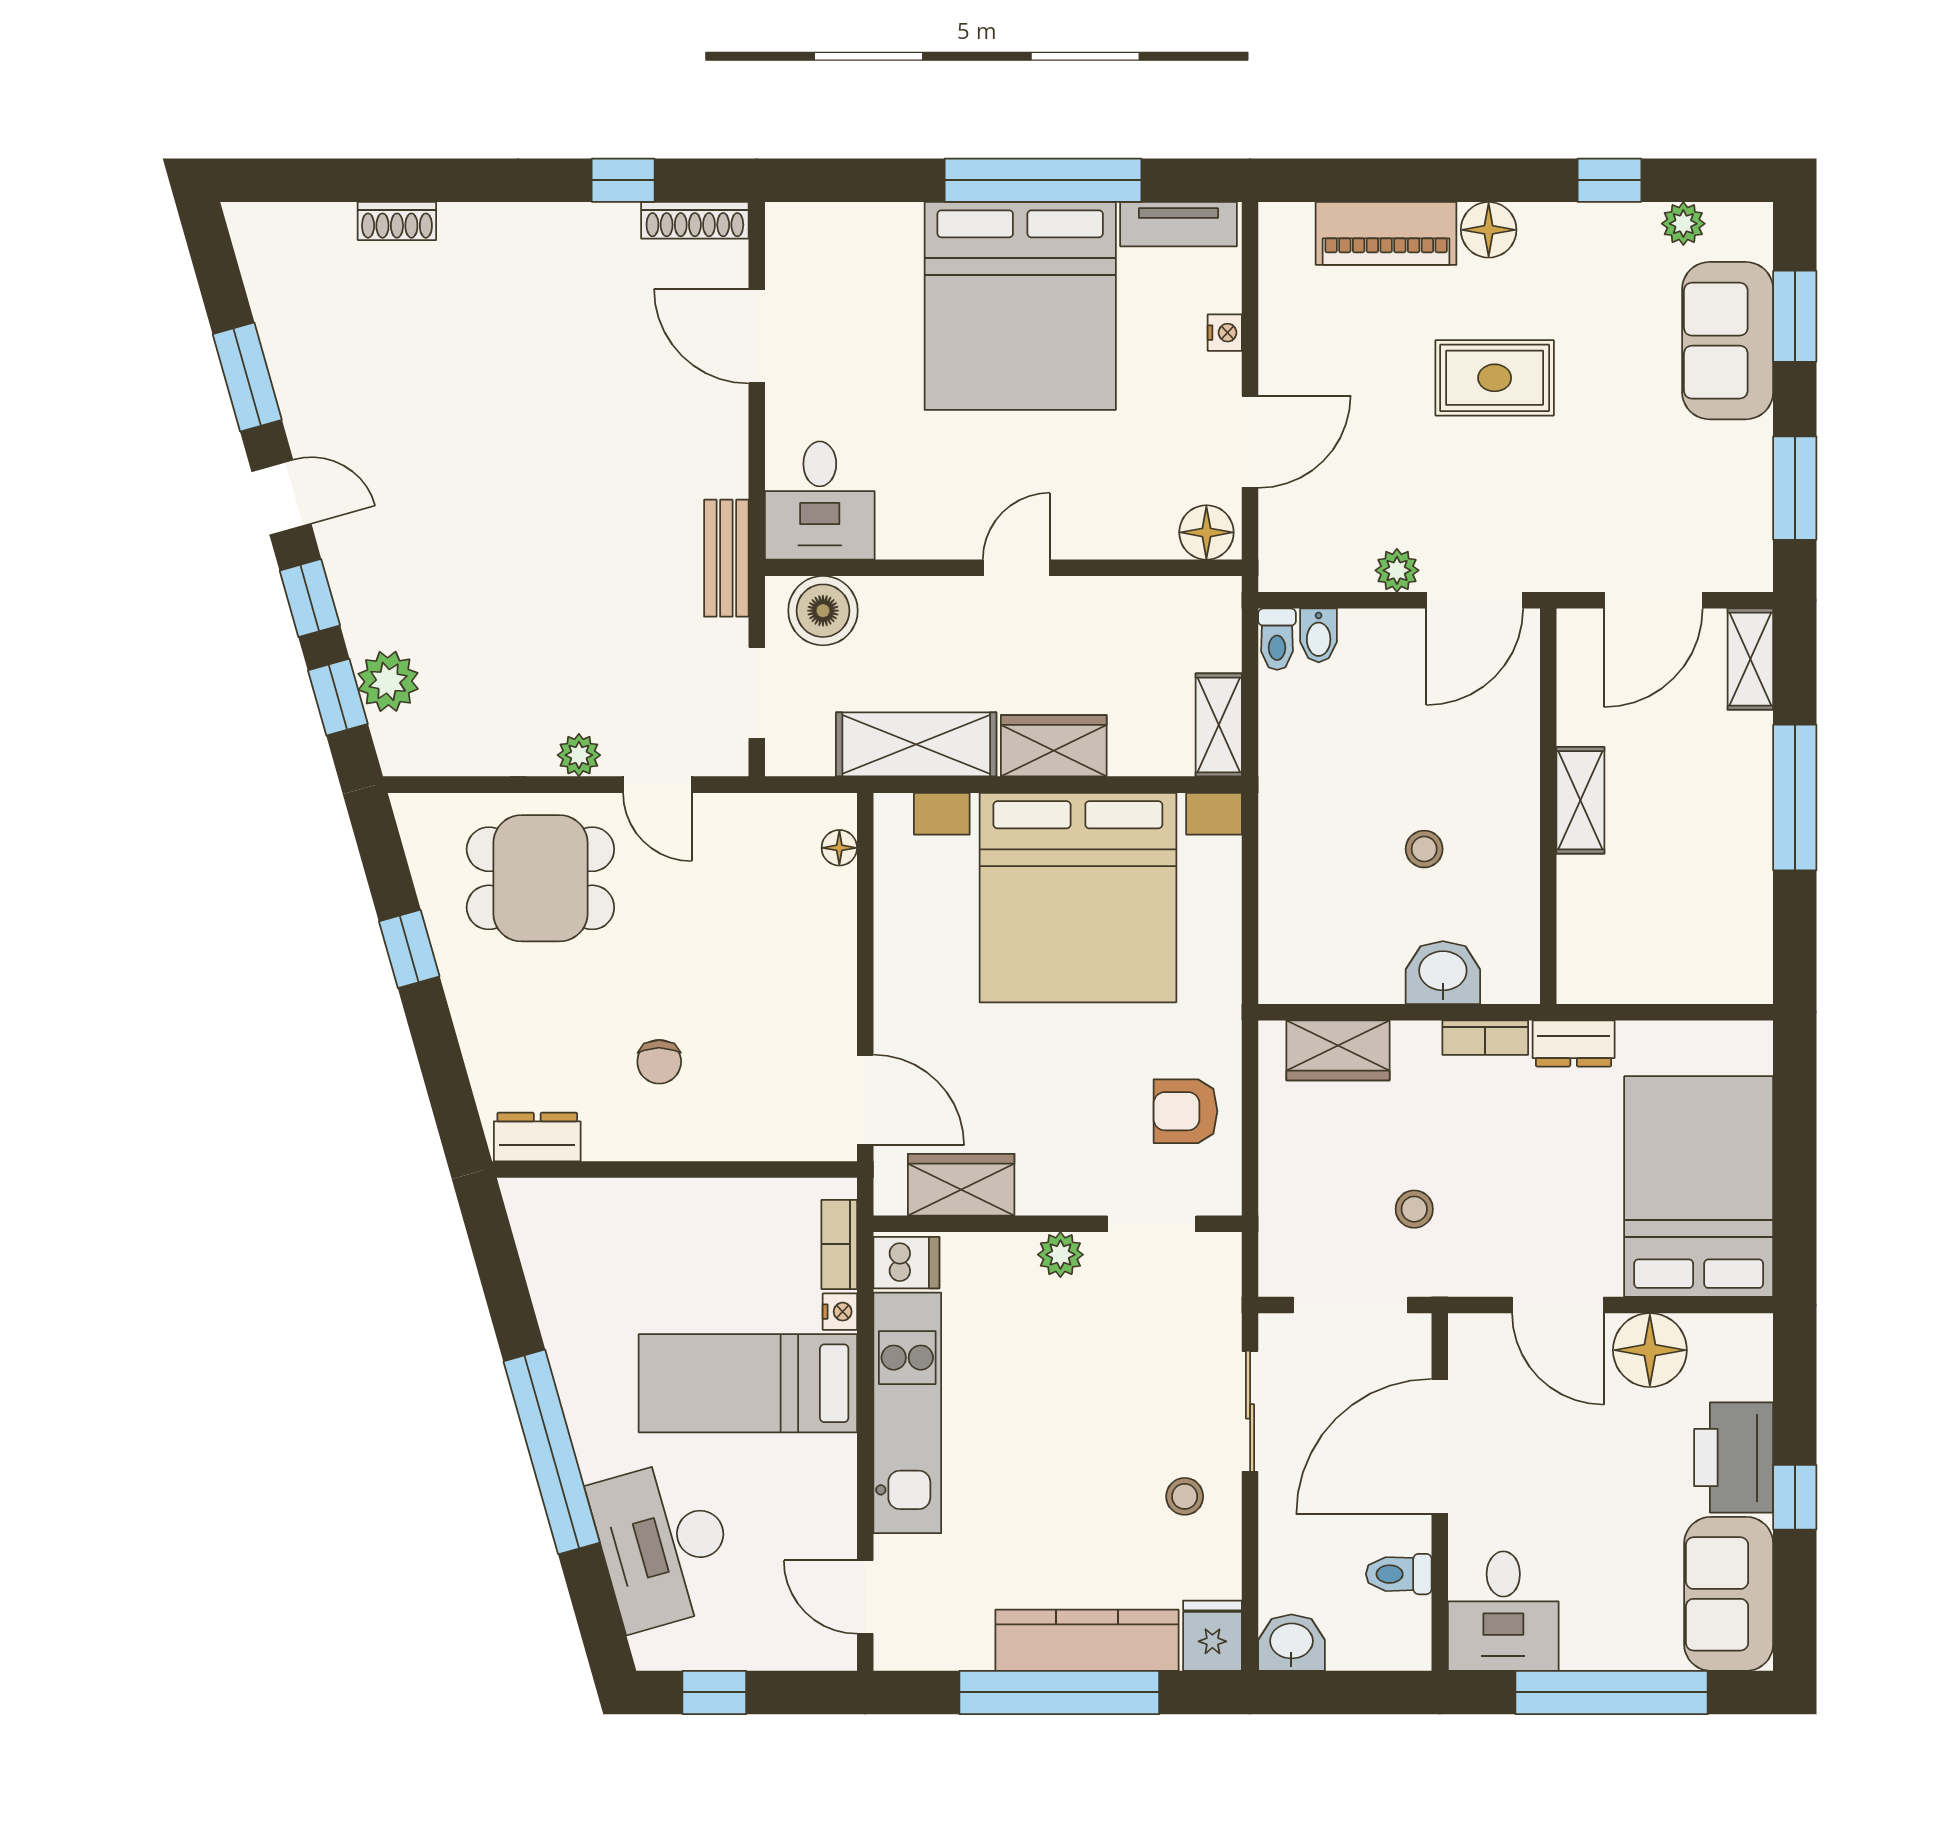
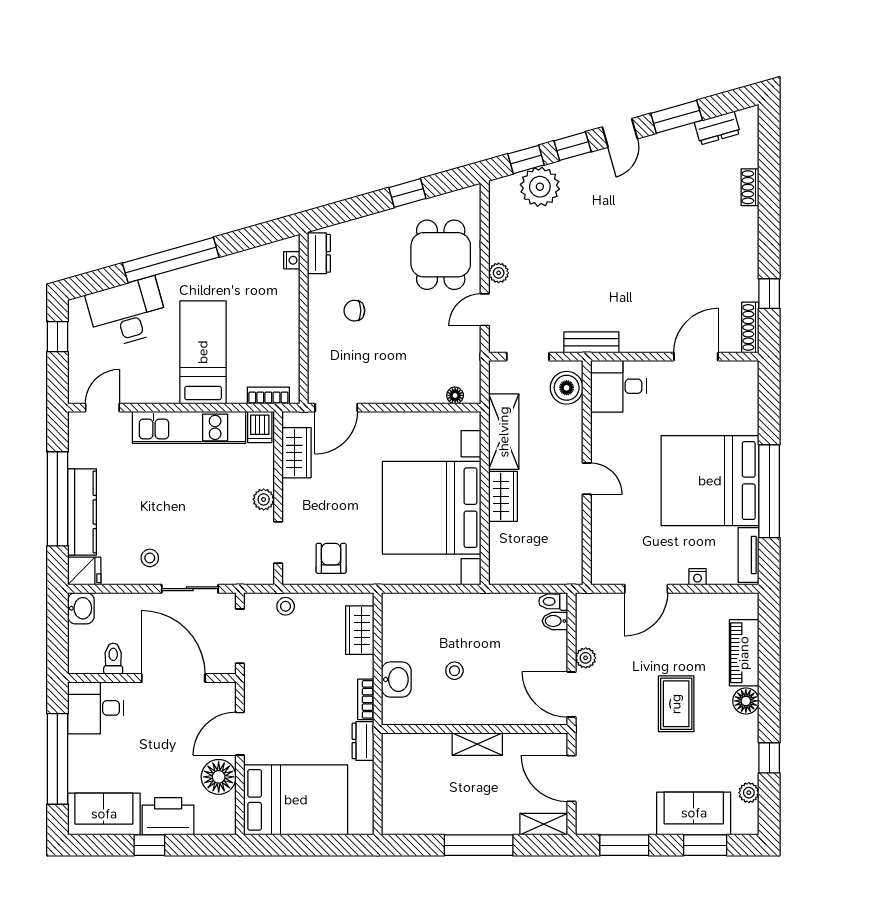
dresser: (271, 291) -> (717, 128), added
door: (1250, 442) -> (646, 589), hinge flipped
floor lamp: (1206, 532) -> (603, 568), removed
plant: (388, 681) -> (540, 187), width x1.36, depth x1.36
shelving: (1219, 725) -> (513, 574), removed
stool: (1414, 1209) -> (286, 606), moved
nightstand: (840, 1312) -> (292, 260), moved, turned -90

